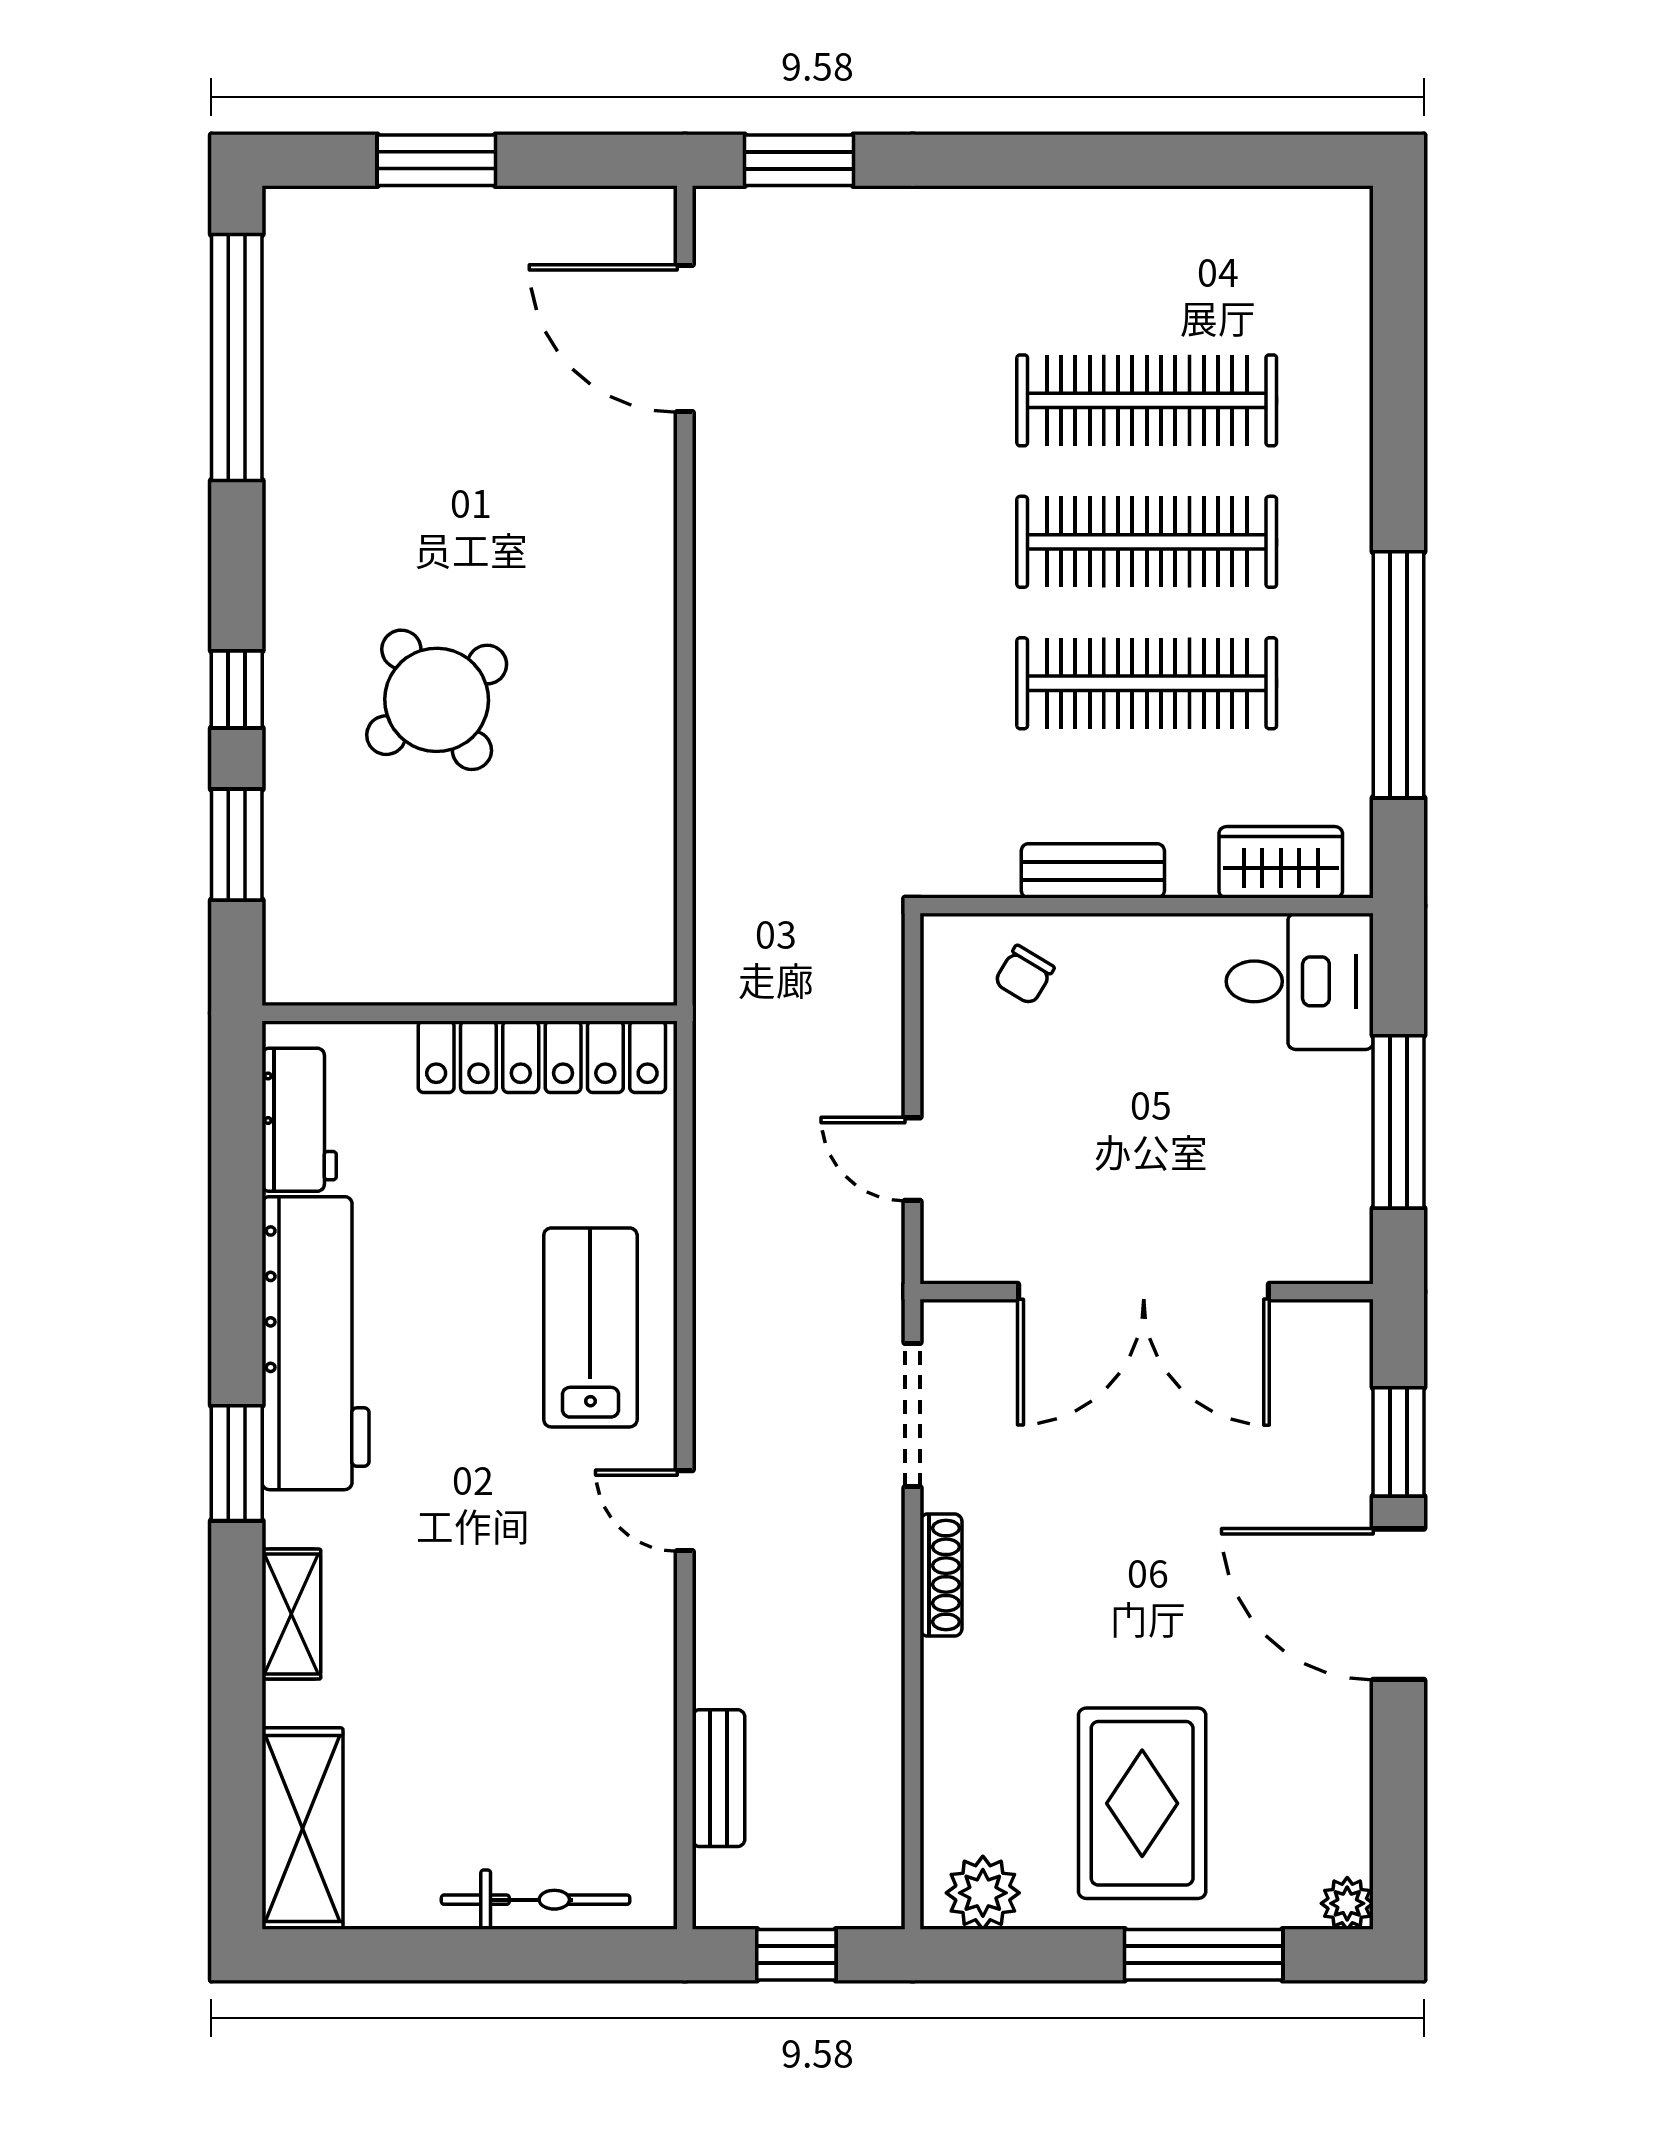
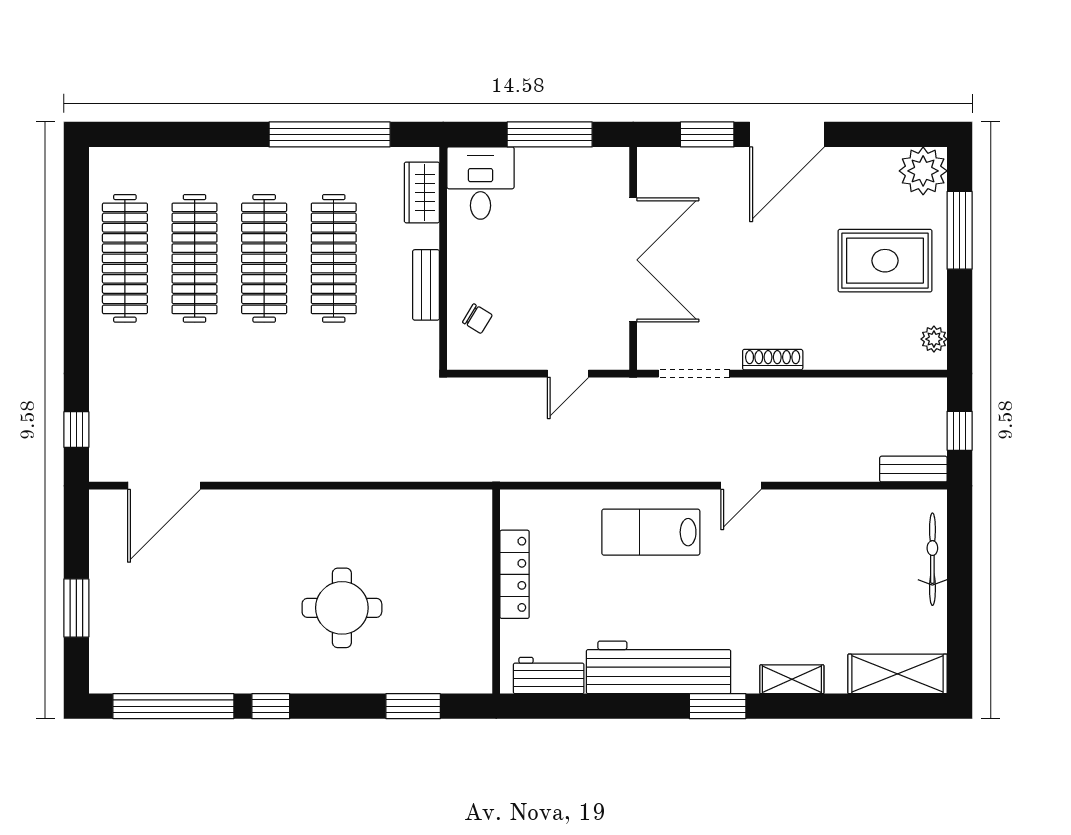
window: (799, 160) -> (76, 430), width x0.67
clothes rail: (1147, 259) -> (125, 258), added
window: (237, 689) -> (271, 706), moved
round table: (437, 700) -> (342, 608), turned 35
locker: (542, 1057) -> (515, 574), width x0.71, depth x0.83
bench: (719, 1778) -> (913, 469), moved
plant: (983, 1893) -> (934, 339), width x0.73, depth x0.73
plant: (1347, 1903) -> (923, 171), width x1.87, depth x1.87

